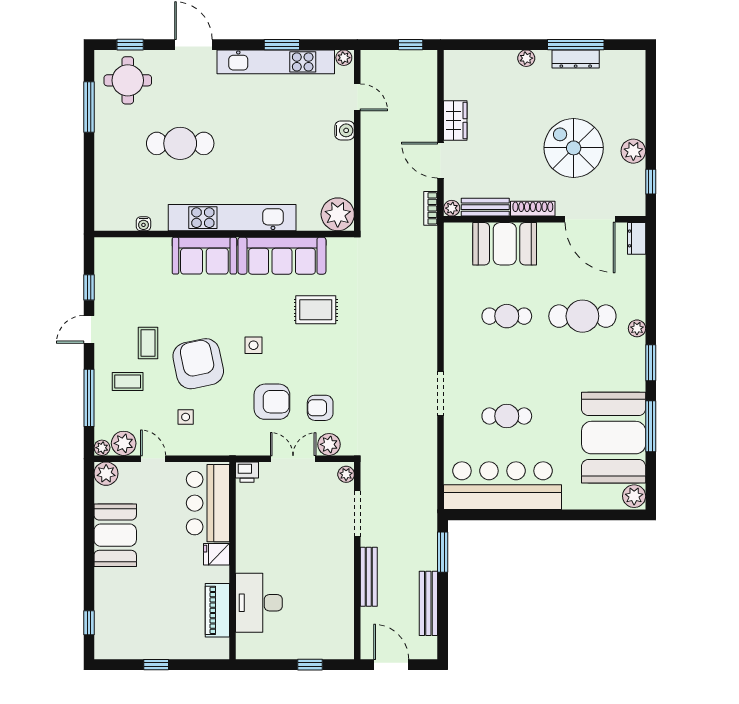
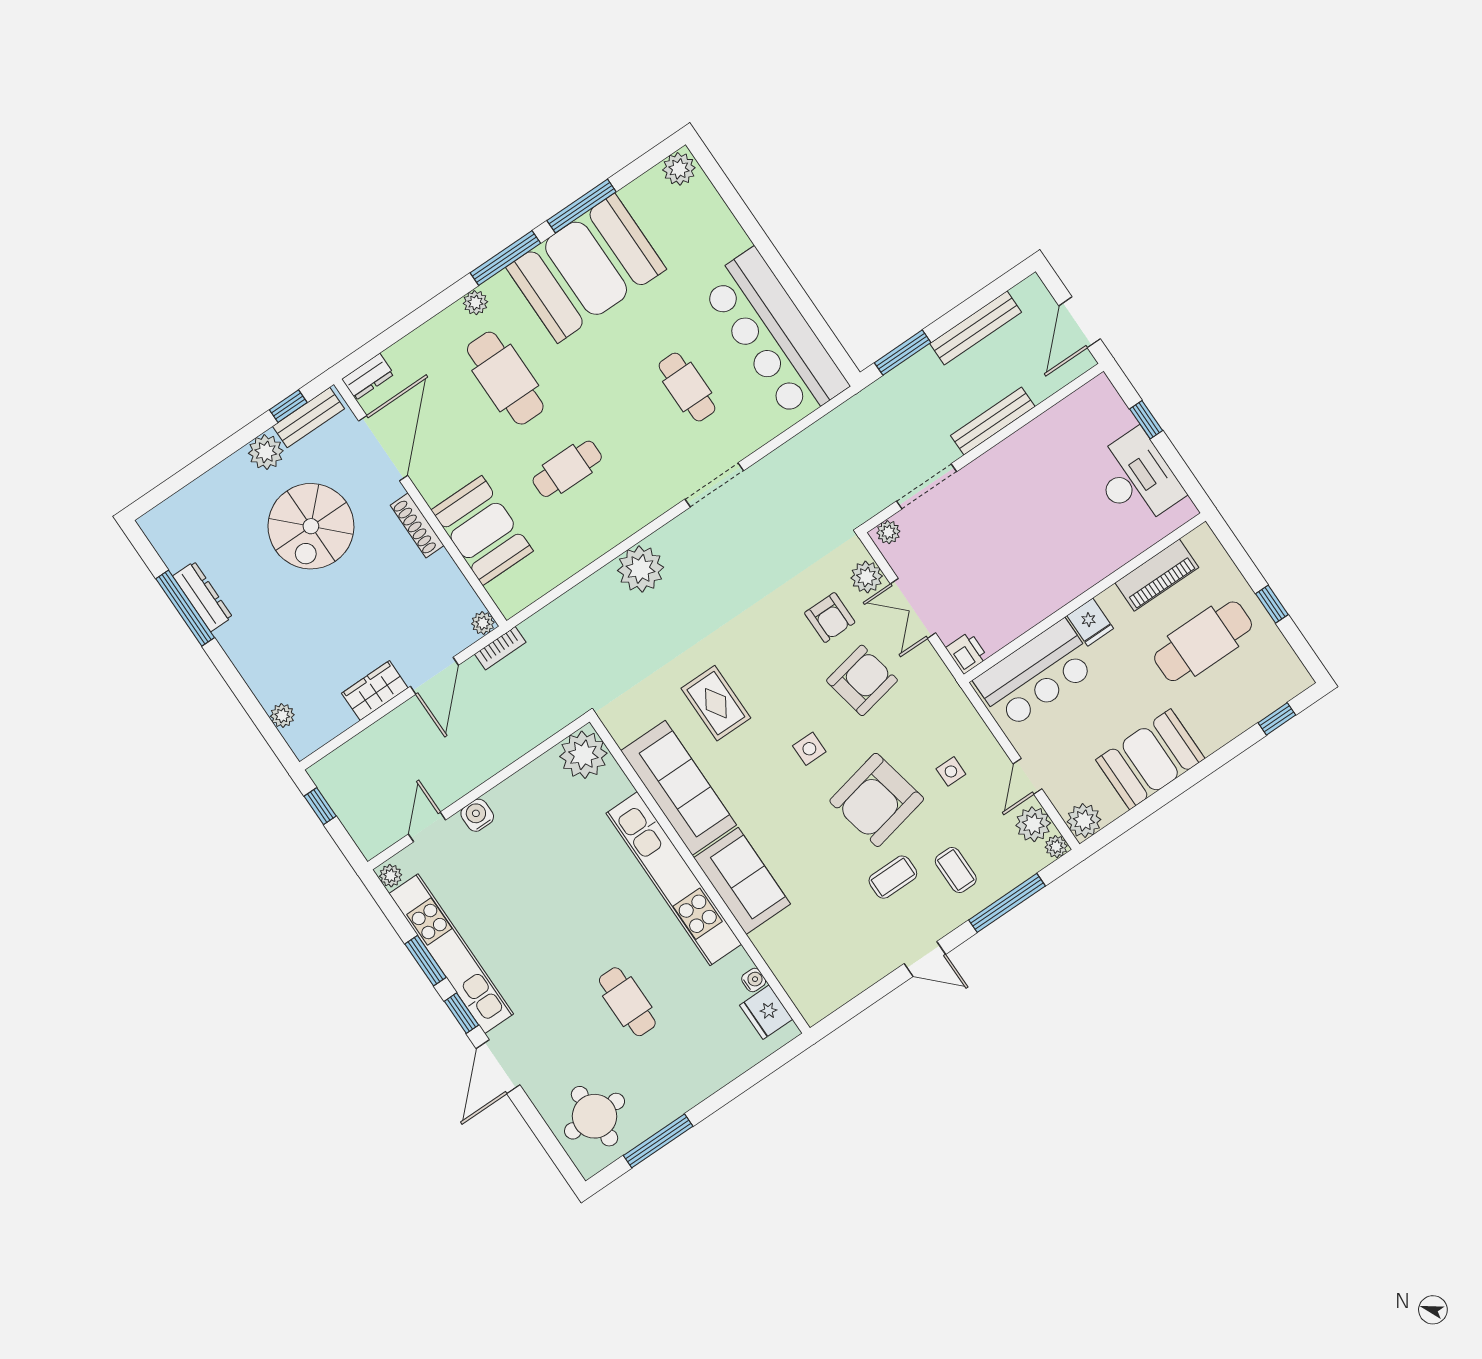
window: (130, 45) -> (461, 1013), moved
plant: (526, 58) -> (282, 716), moved
cafe table: (180, 143) -> (627, 1002), width x0.73, depth x0.74
bench: (485, 207) -> (308, 417), moved, turned 90
fridge: (120, 218) -> (766, 1012), added
window: (89, 287) -> (875, 993), removed
cafe table: (507, 316) -> (567, 469), turned 90
plant: (421, 319) -> (641, 569), added
window: (651, 363) -> (505, 258), width x1.44
armchair: (272, 402) -> (862, 680), turned 79
booth: (614, 438) -> (586, 268), moved
desk: (259, 603) -> (1136, 479), moved, turned -90
cafe table: (162, 611) -> (1203, 641), added

